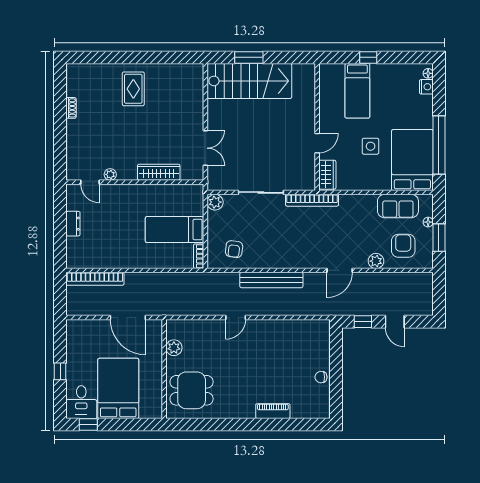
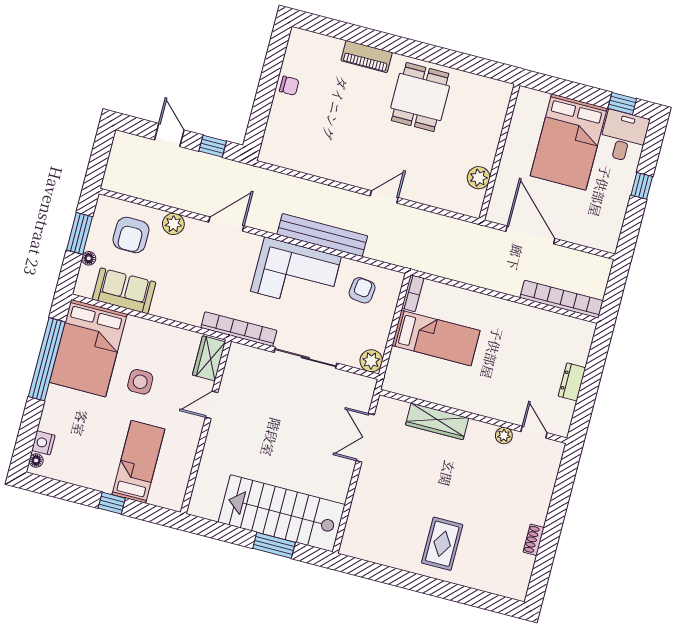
corner sofa: (283, 249) -> (296, 274), added
dining table: (192, 390) -> (420, 97), moved, turned 90

